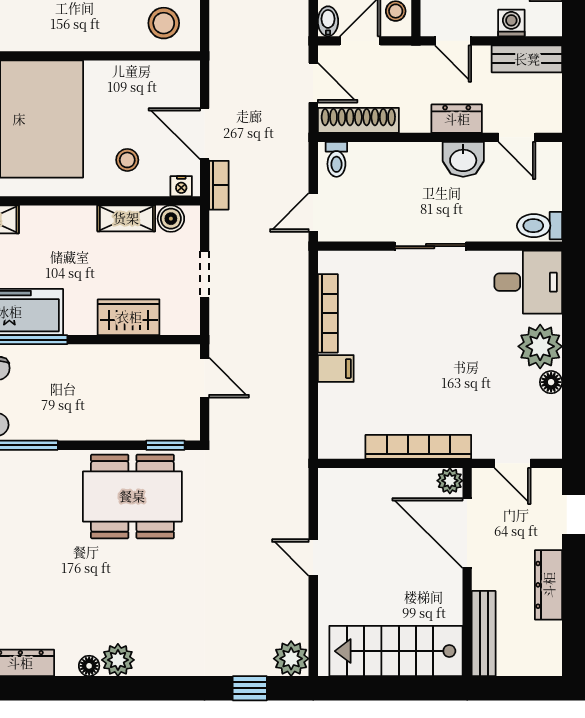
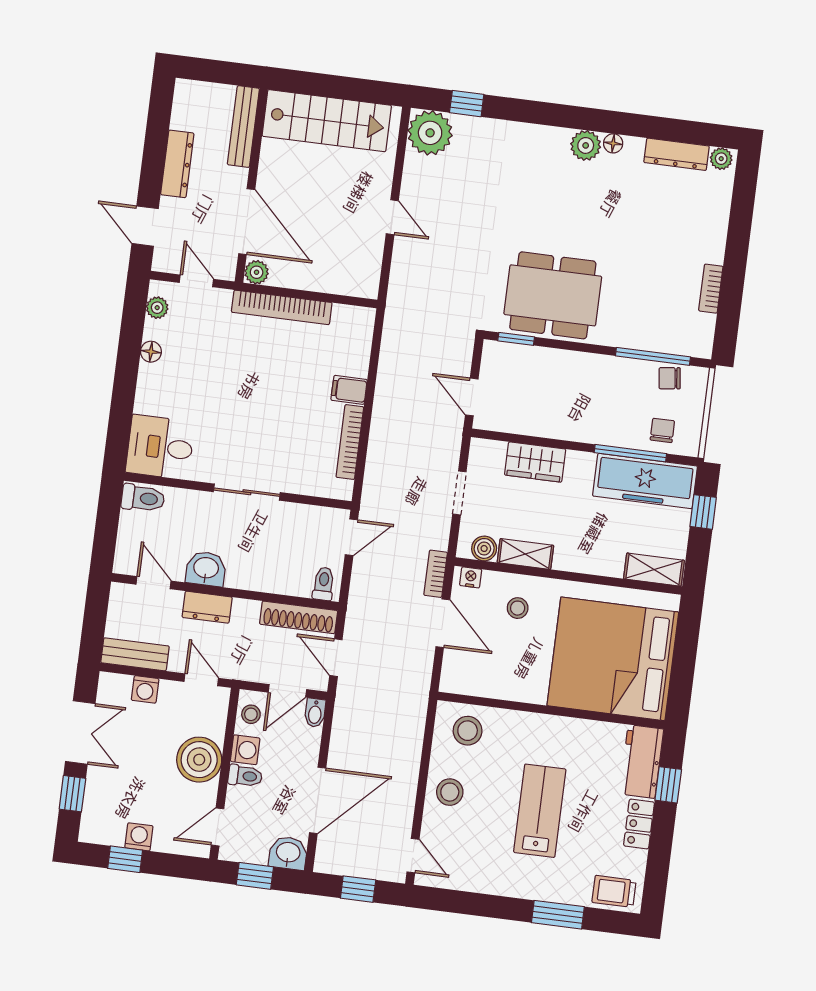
plant: (540, 346) -> (157, 308), moved, width x0.53, depth x0.53
plant: (291, 659) -> (430, 133), width x1.36, depth x1.36

